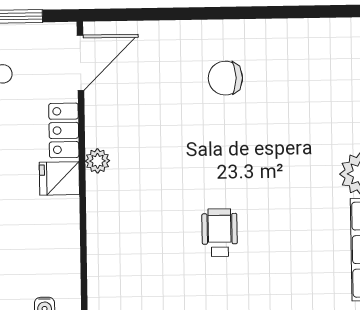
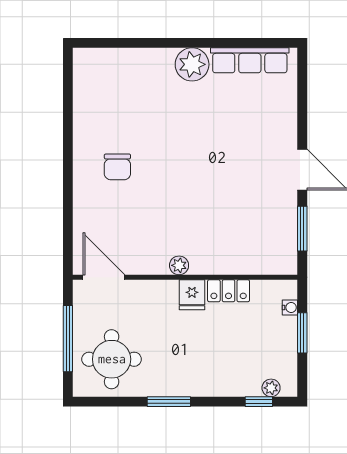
locker: (64, 130) -> (229, 291), moved
wheelchair: (220, 233) -> (235, 173), removed

